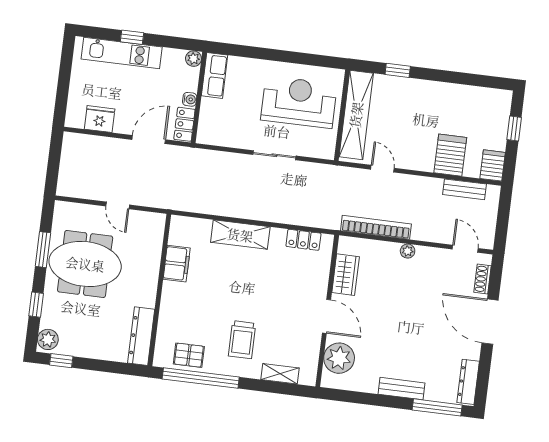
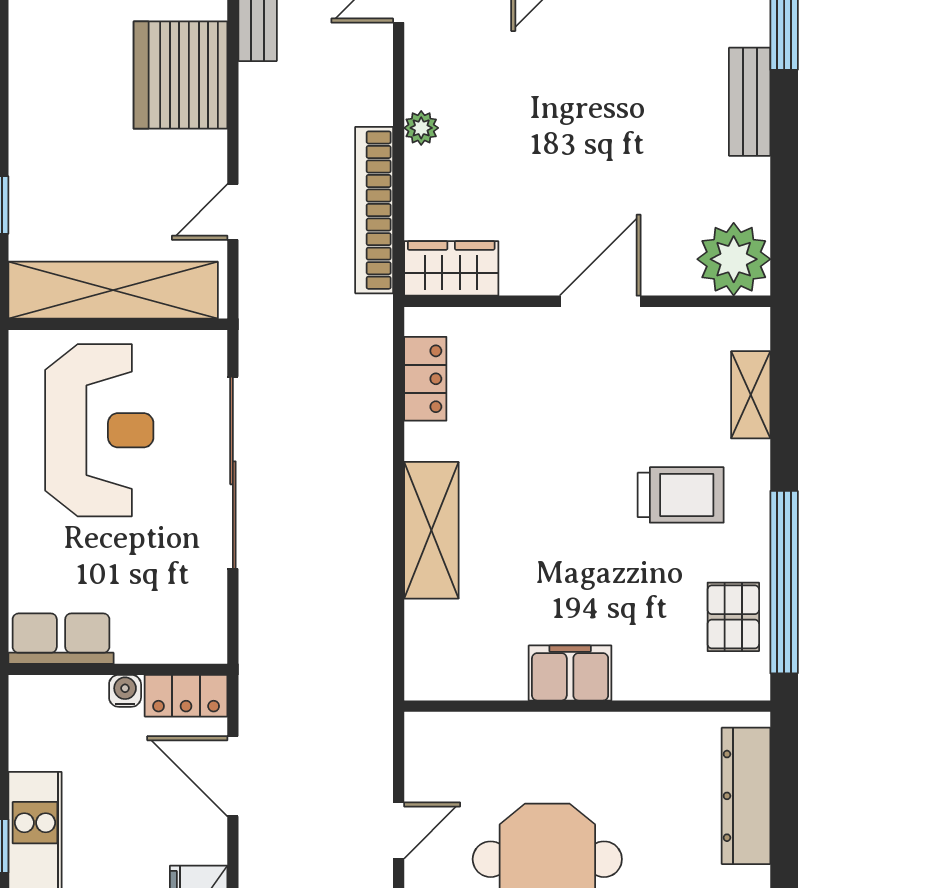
plant: (194, 59) -> (27, 694), removed
reception desk: (299, 102) -> (99, 430), turned 180
sliding door: (274, 155) -> (233, 473), width x1.86
server rack: (450, 155) -> (180, 75), width x1.60
filing cabinet: (177, 264) -> (570, 673), moved
wardrobe: (346, 275) -> (451, 268), moved
dresser: (141, 336) -> (746, 796), moved, turned 90
plant: (339, 358) -> (734, 259), moved

